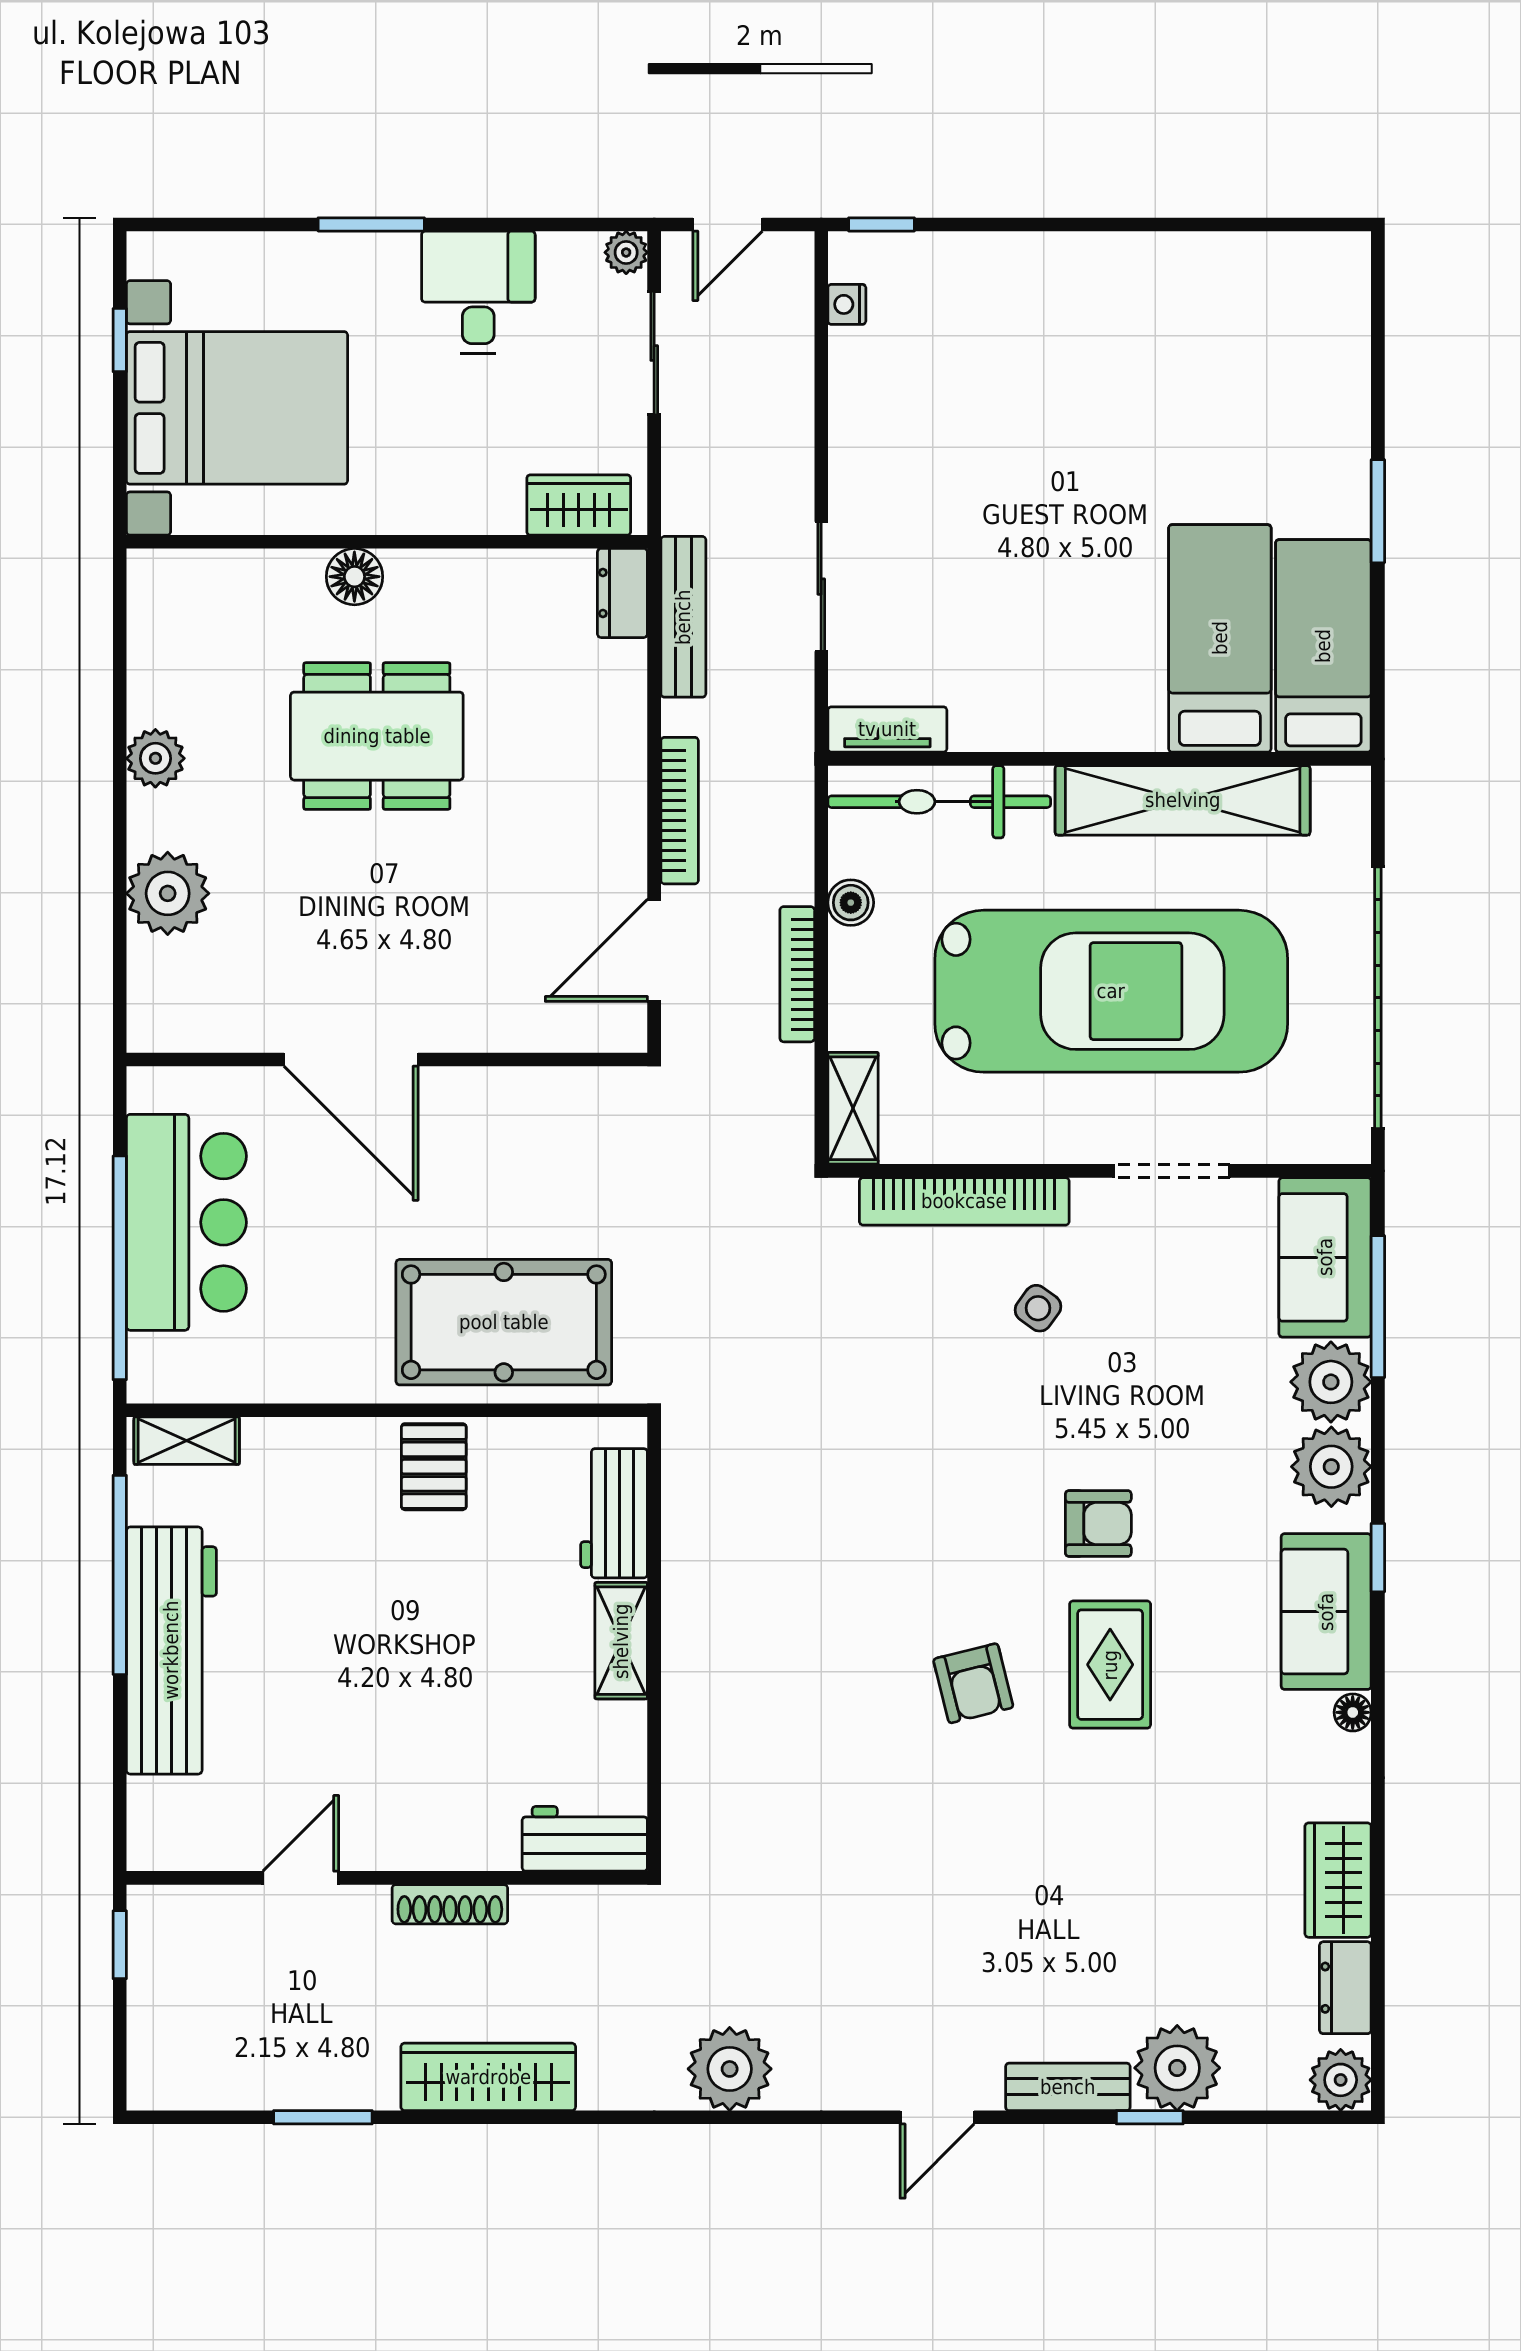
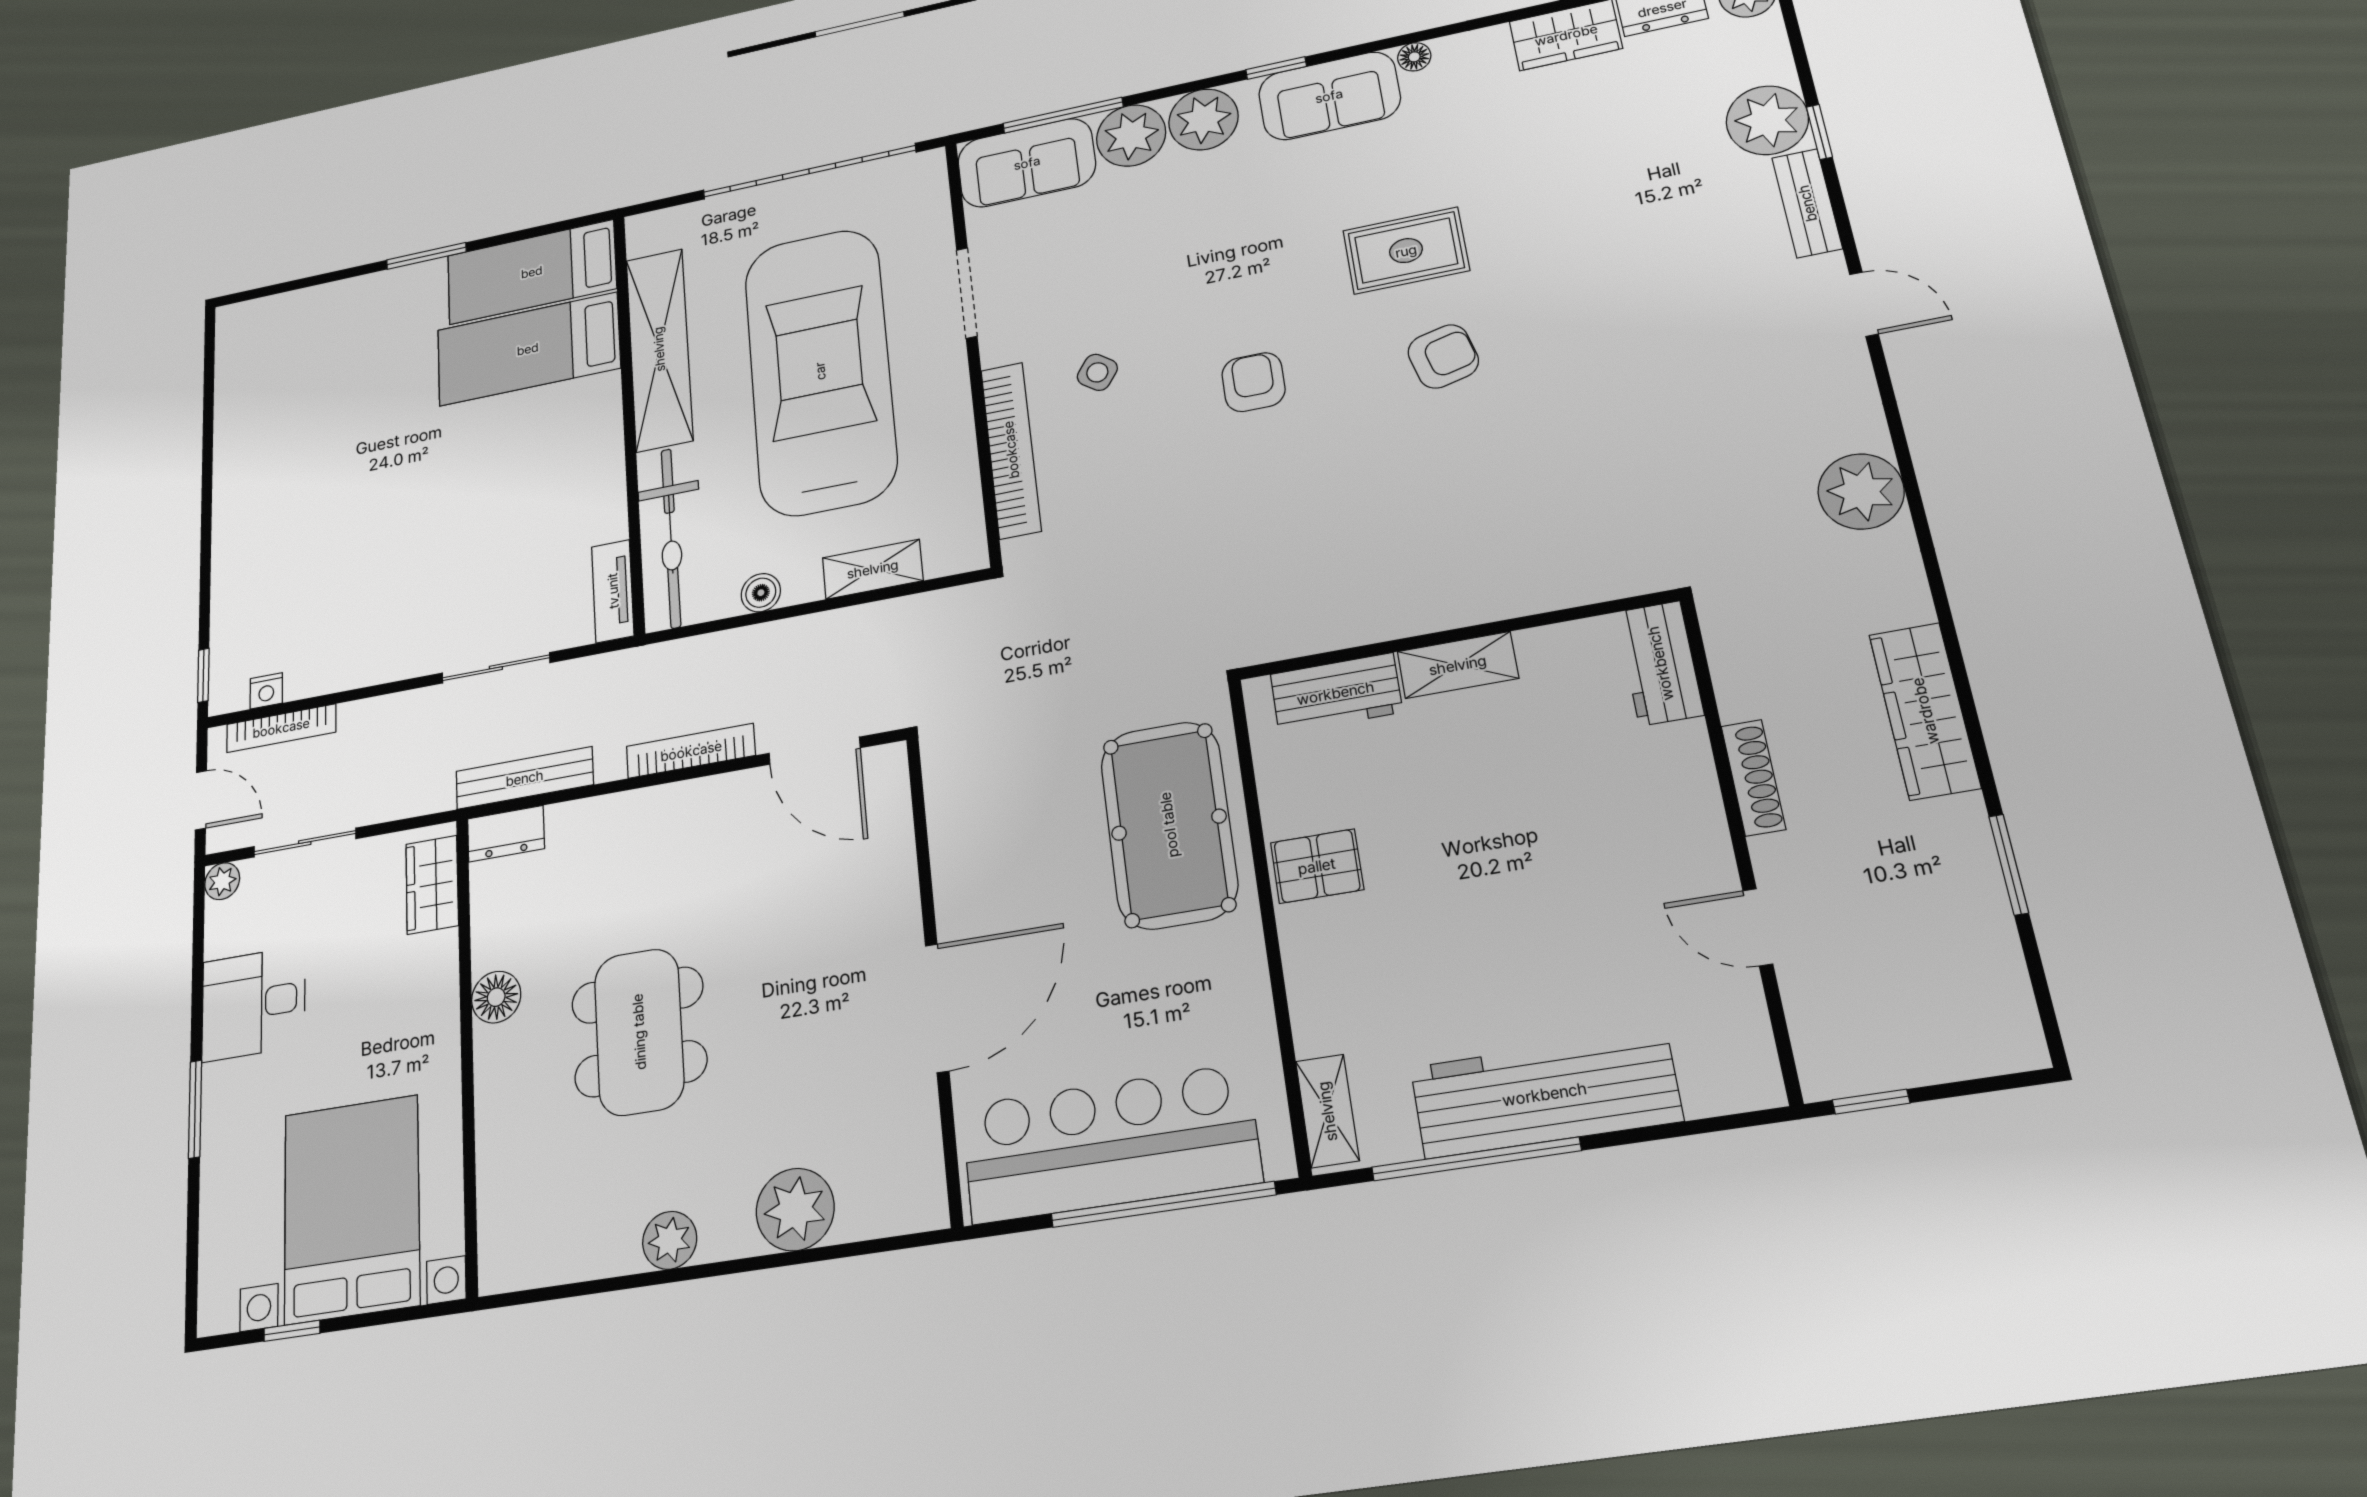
floor lamp: (354, 577) -> (496, 997), moved
bookcase: (797, 974) -> (281, 728), moved
shelving: (853, 1108) -> (873, 569), moved
bar counter: (186, 1222) -> (1110, 1144), width x1.36
armchair: (1098, 1524) -> (1253, 382), moved

